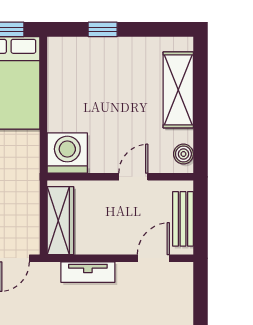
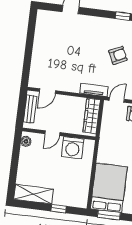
shelving: (178, 90) -> (34, 194), moved, turned 90
washing machine: (67, 153) -> (73, 148), moved
tv unit: (88, 272) -> (94, 90), moved

